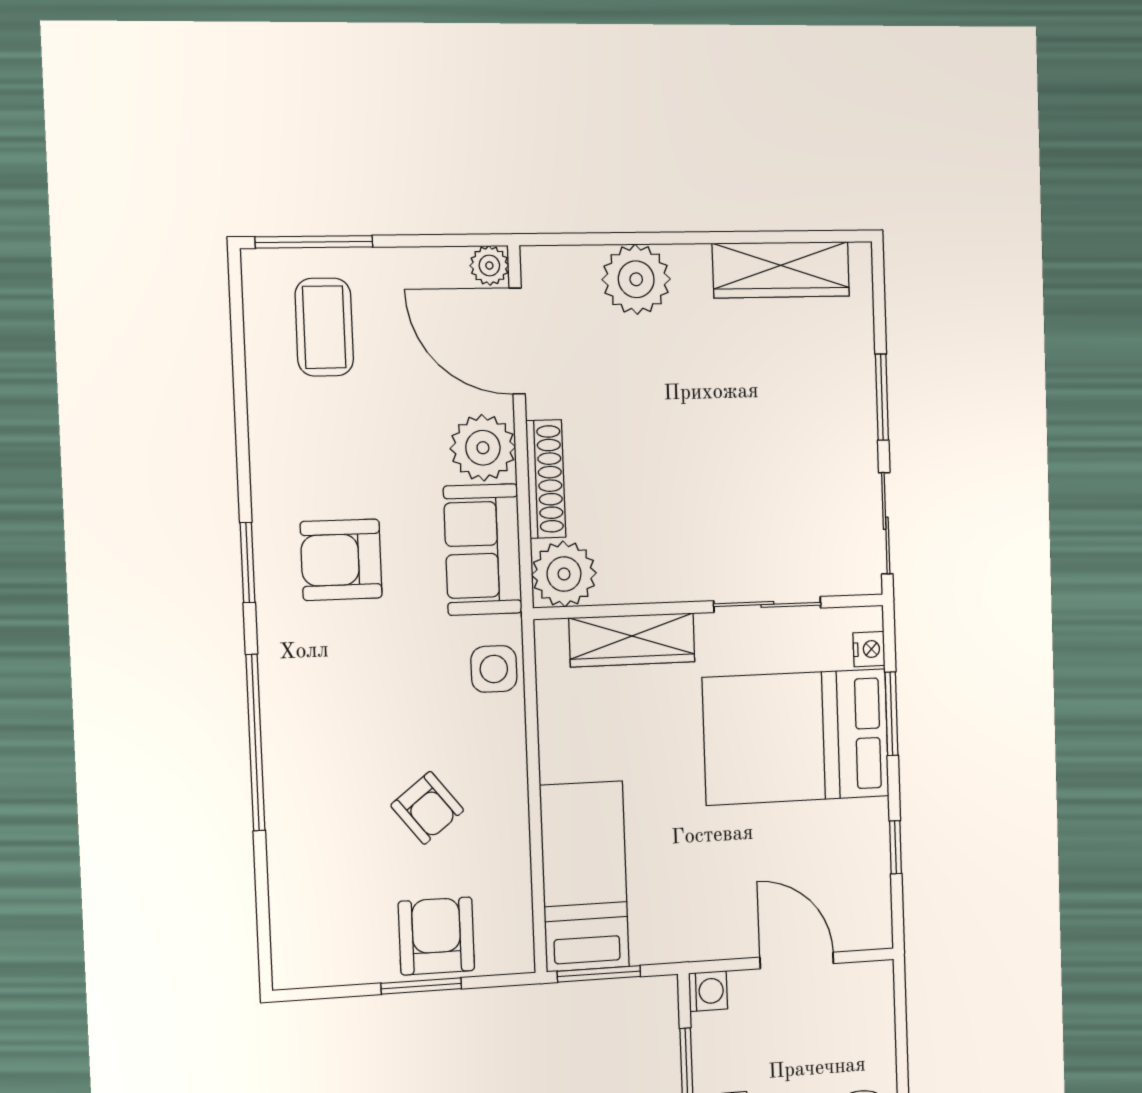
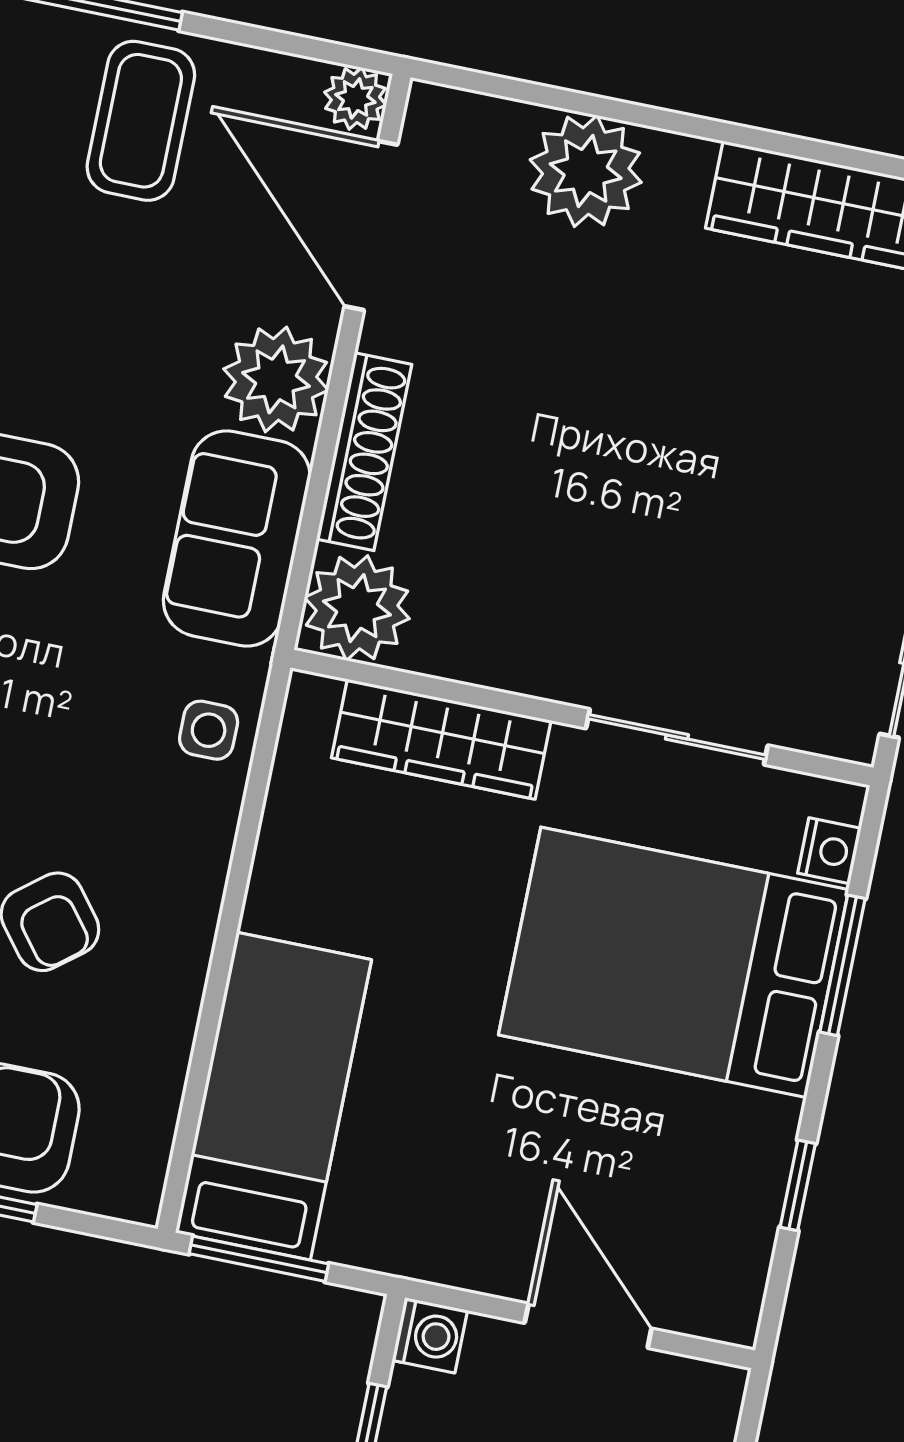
coffee table: (324, 327) -> (141, 121), moved
side table: (494, 669) -> (209, 730), width x0.73, depth x0.73

